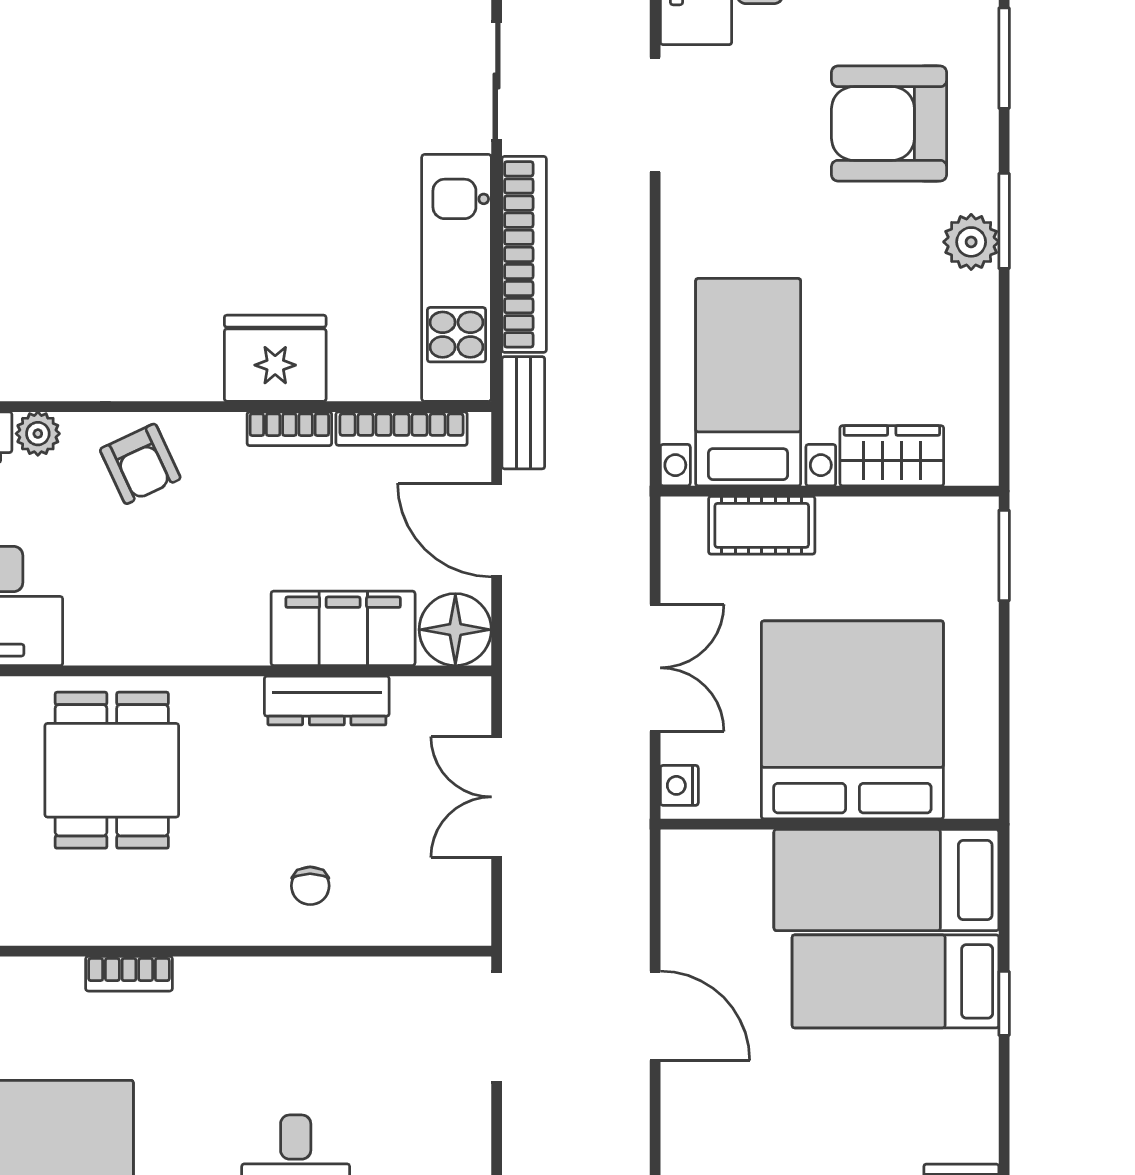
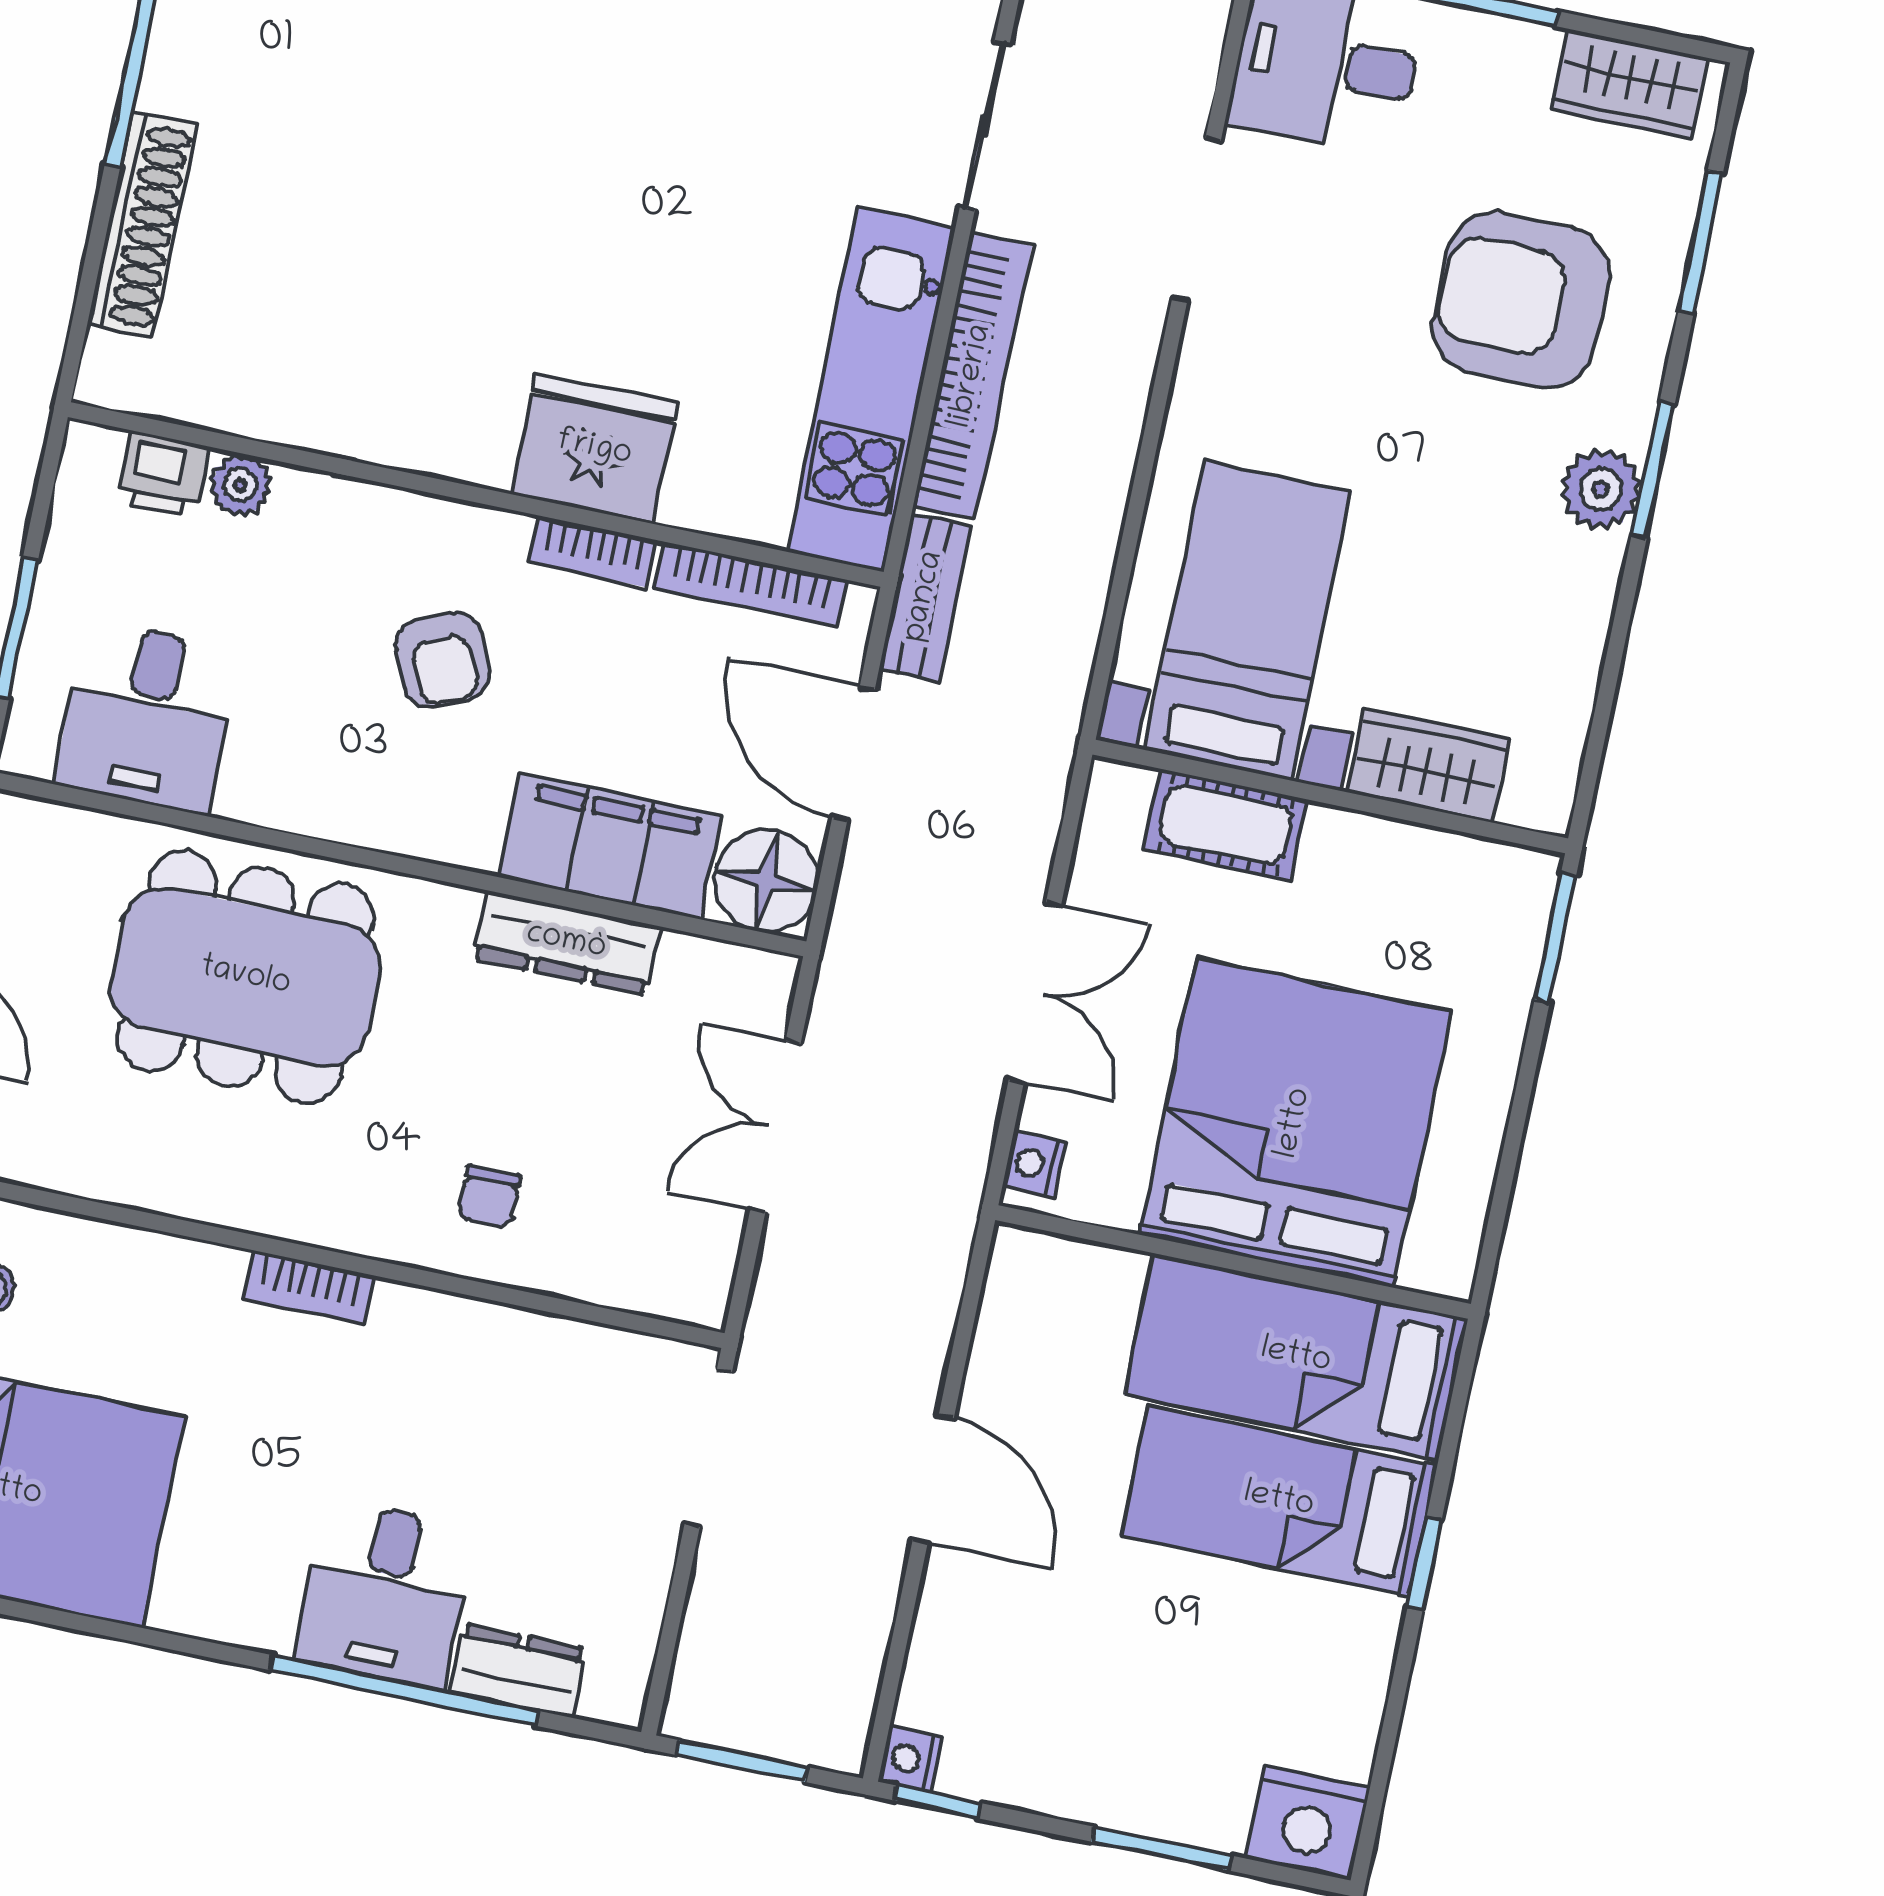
armchair: (140, 464) -> (443, 660), moved
dining table: (112, 770) -> (245, 977), width x1.38
bookcase: (129, 974) -> (309, 1287), moved

